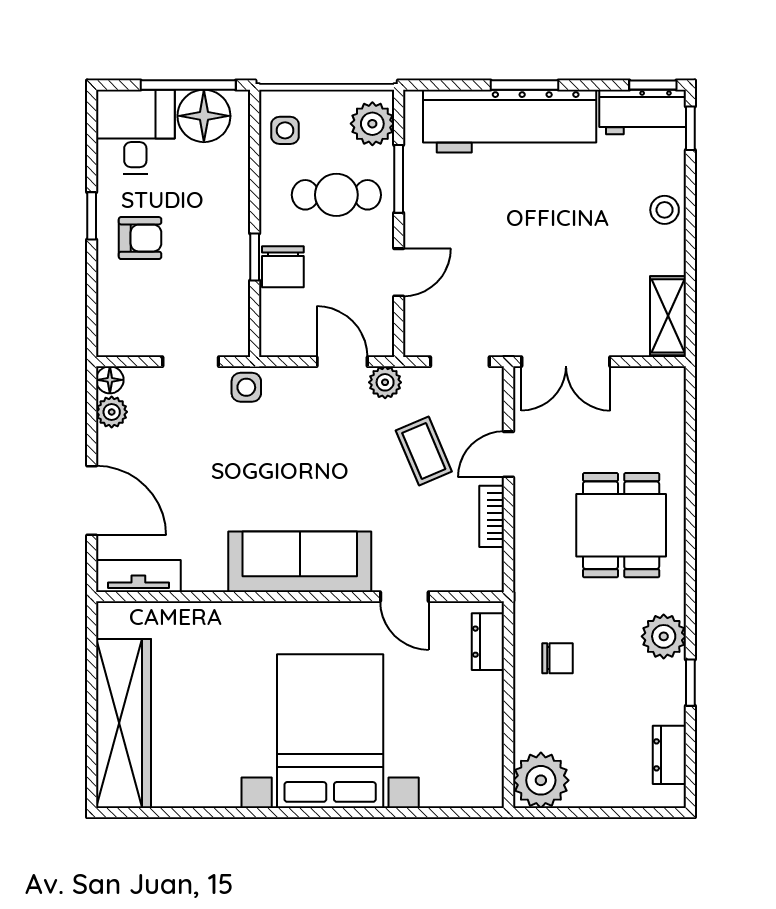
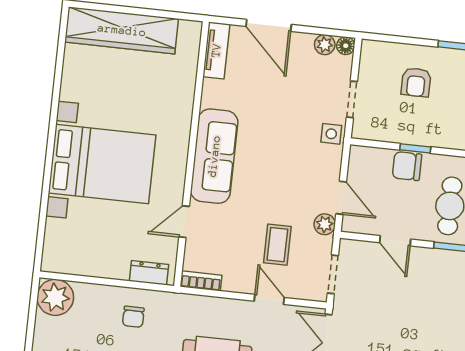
armchair: (140, 238) -> (416, 82), moved
door: (342, 362) -> (341, 198), hinge flipped
coffee table: (424, 451) -> (277, 245), turned -67
door: (92, 501) -> (269, 25), hinge flipped
bookcase: (492, 516) -> (201, 281), moved

